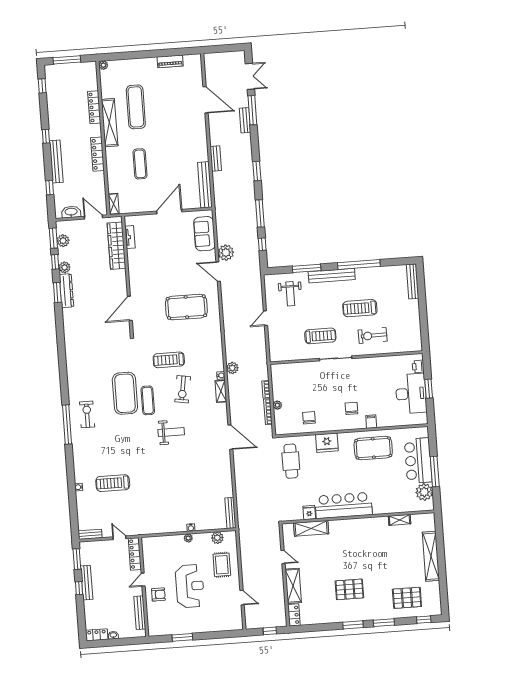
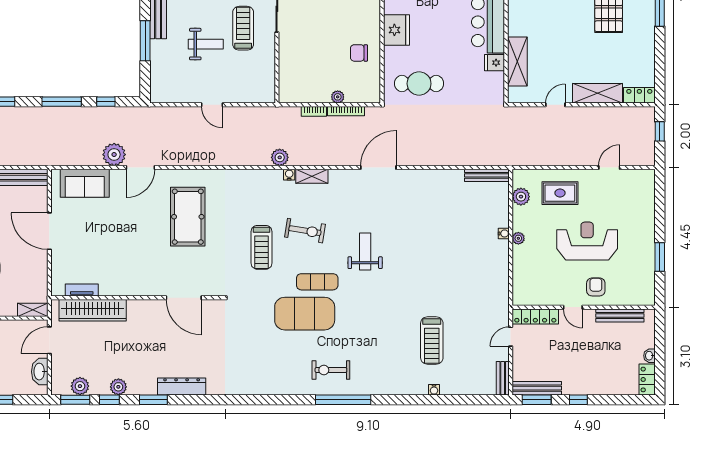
dresser: (66, 291) -> (182, 386), moved
weight bench: (290, 294) -> (206, 44), moved
bench: (87, 583) -> (537, 388), moved

